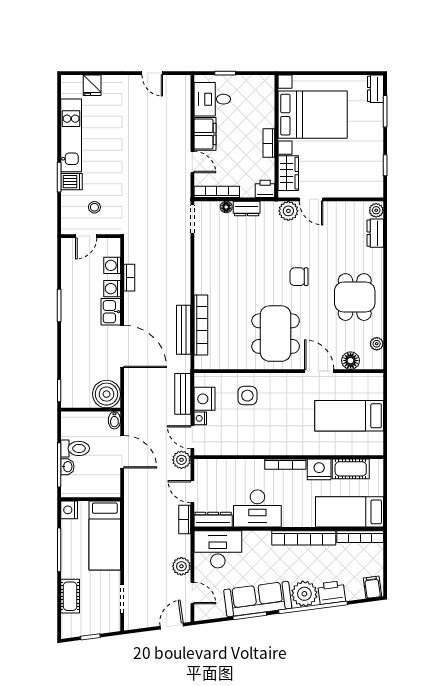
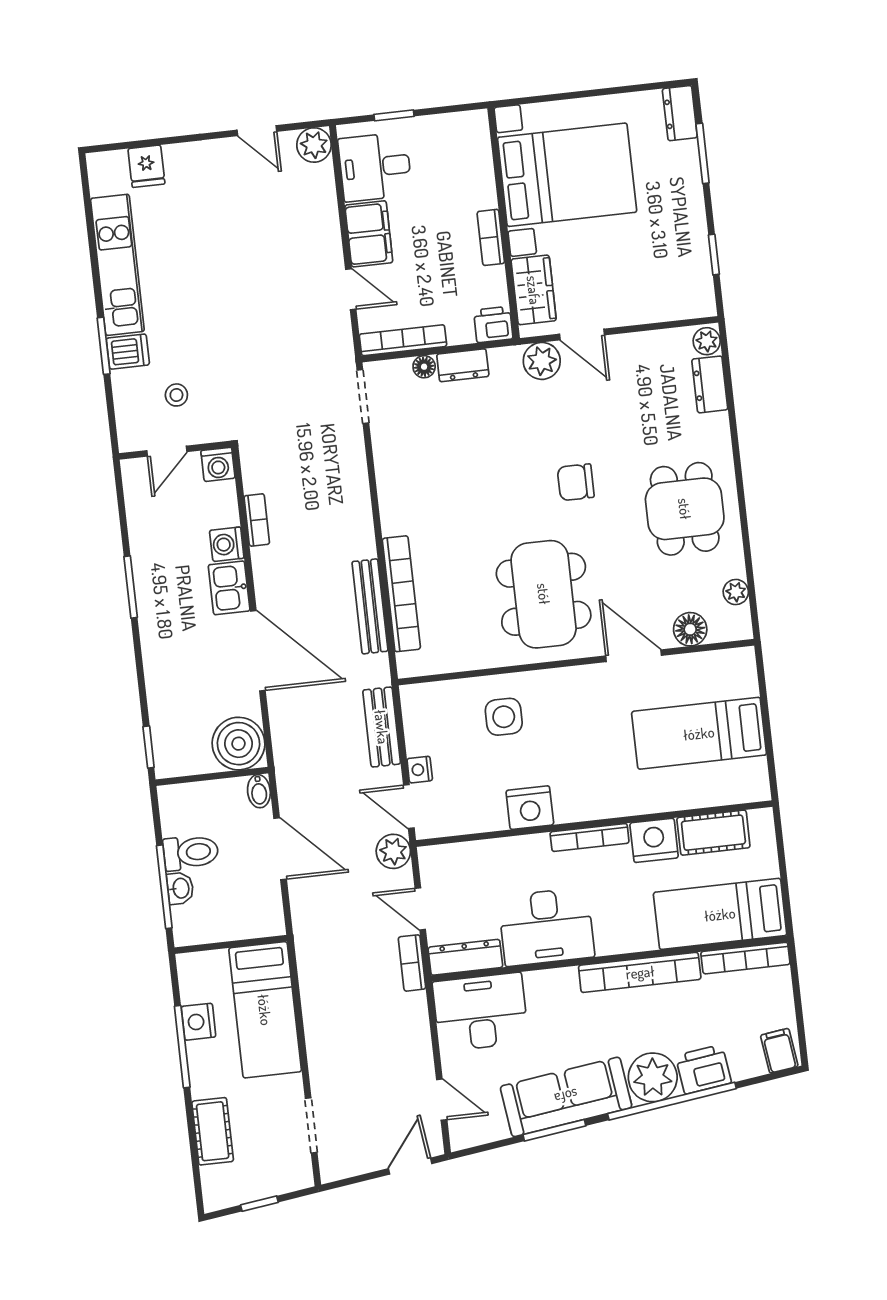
washing machine: (112, 265) -> (218, 464), moved, turned -90
nightstand: (204, 399) -> (530, 808), moved, turned -90
nightstand: (69, 510) -> (199, 1022), moved
plant: (181, 566) -> (314, 145), moved

